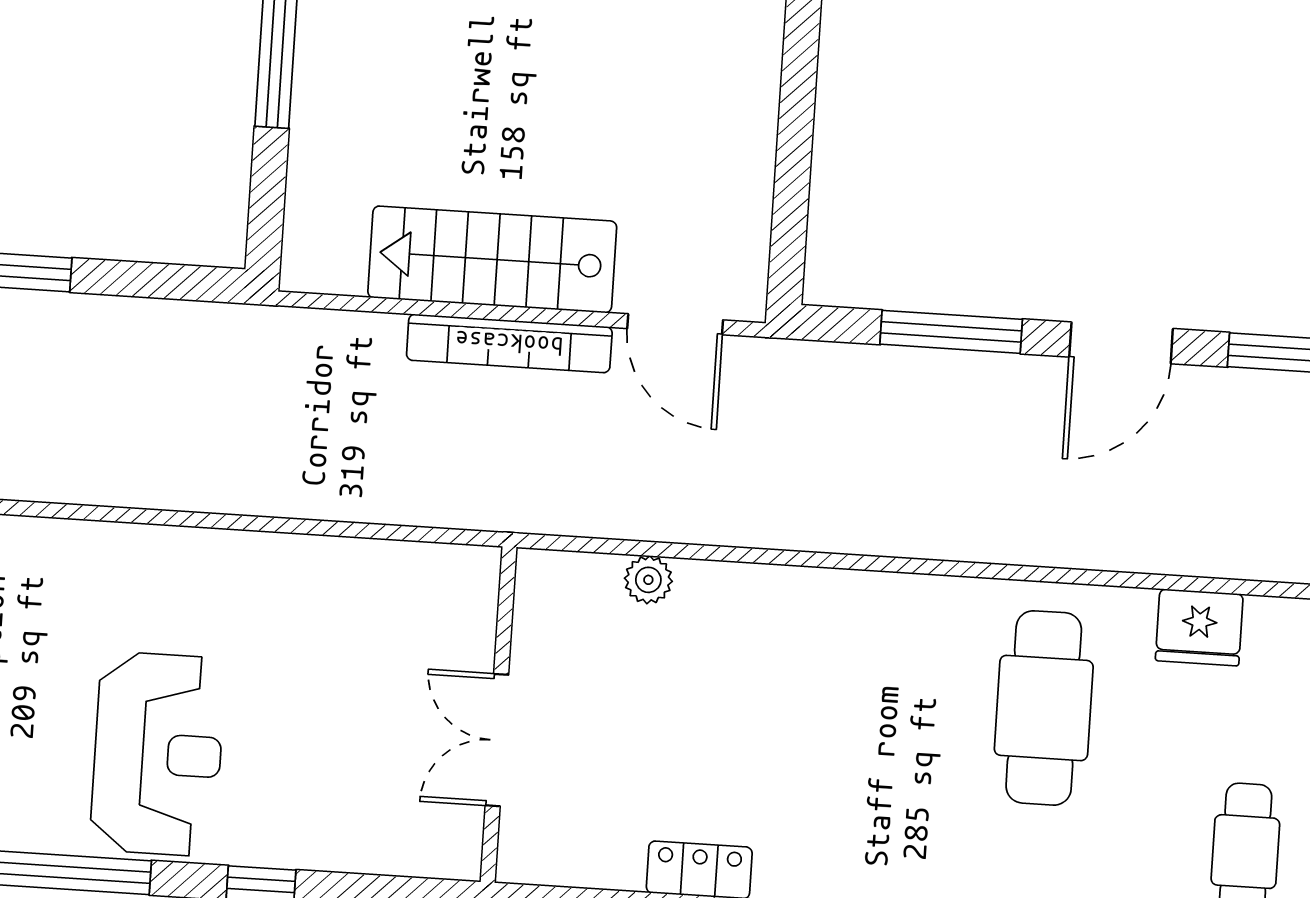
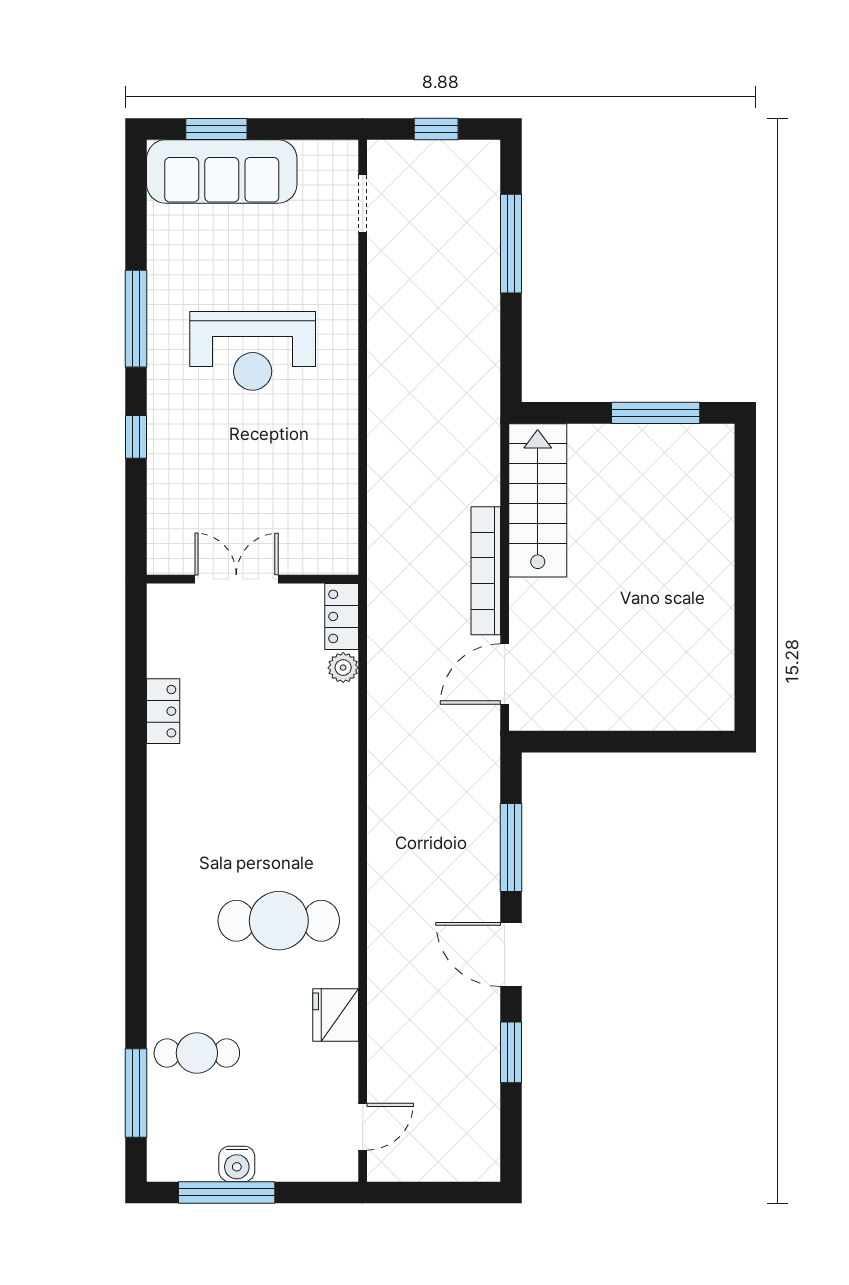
stairs: (492, 259) -> (538, 500), moved
locker: (567, 577) -> (342, 616), added
reception desk: (158, 754) -> (253, 351), moved

